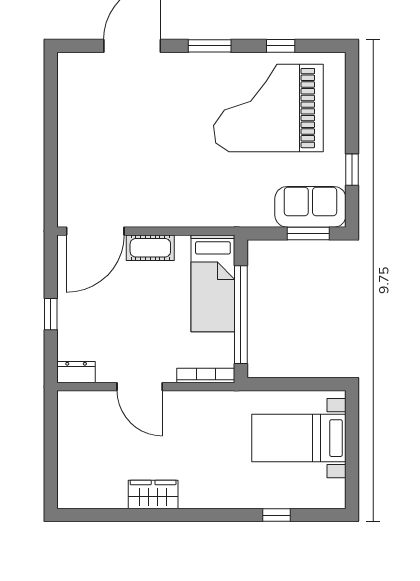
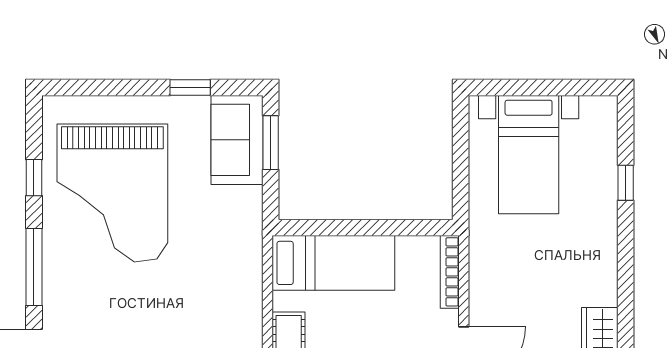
window: (210, 46) -> (34, 267), width x1.44
window: (241, 315) -> (373, 228), removed

